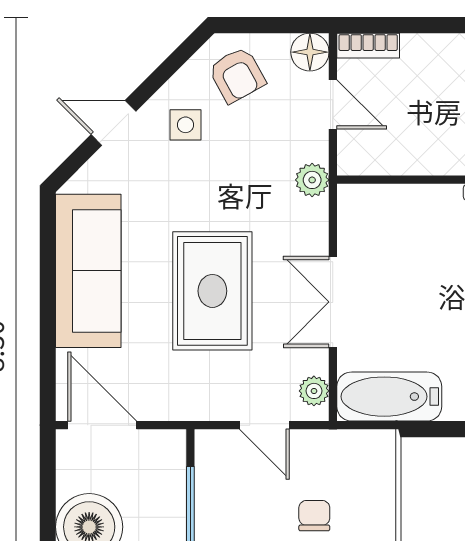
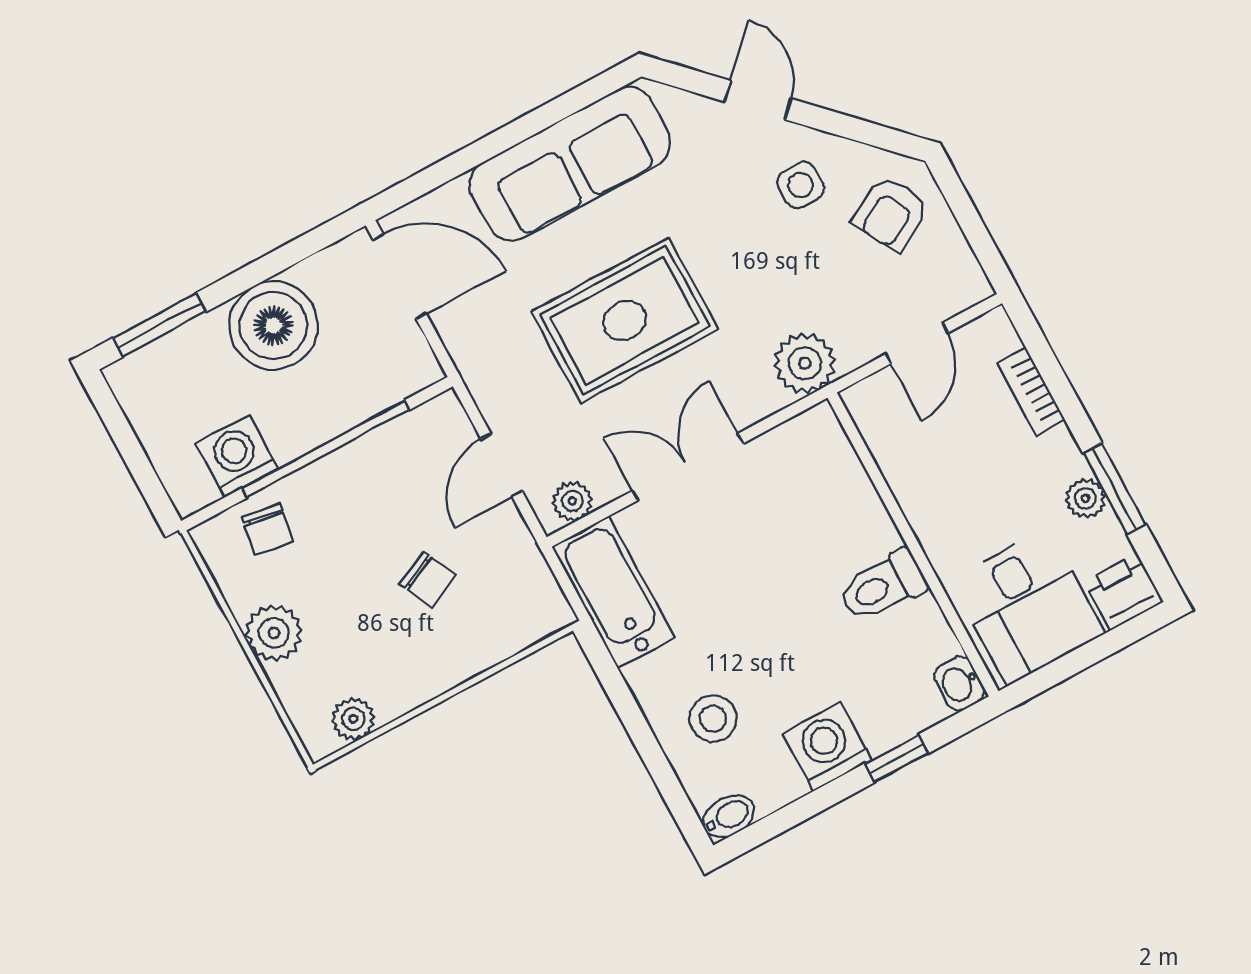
bookcase: (368, 46) -> (1031, 391), moved
floor lamp: (310, 52) -> (963, 284), removed
plant: (312, 180) -> (805, 363), width x1.38, depth x1.38
door: (102, 425) -> (400, 277), hinge flipped
chair: (314, 516) -> (428, 580), turned 65

